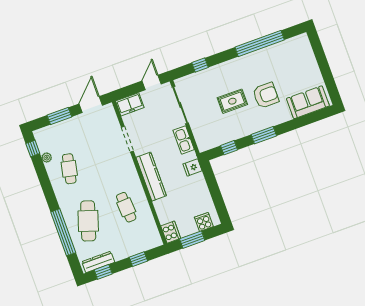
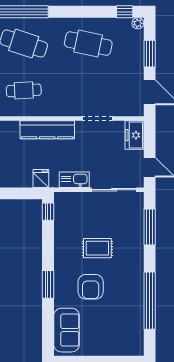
window: (200, 65) -> (150, 227), width x2.17
rug: (232, 101) -> (97, 248), turned 90
window: (264, 135) -> (48, 284), moved
window: (229, 148) -> (48, 212), moved
plant: (47, 158) -> (138, 23), moved
cafe table: (69, 169) -> (88, 44), width x1.37, depth x1.35

